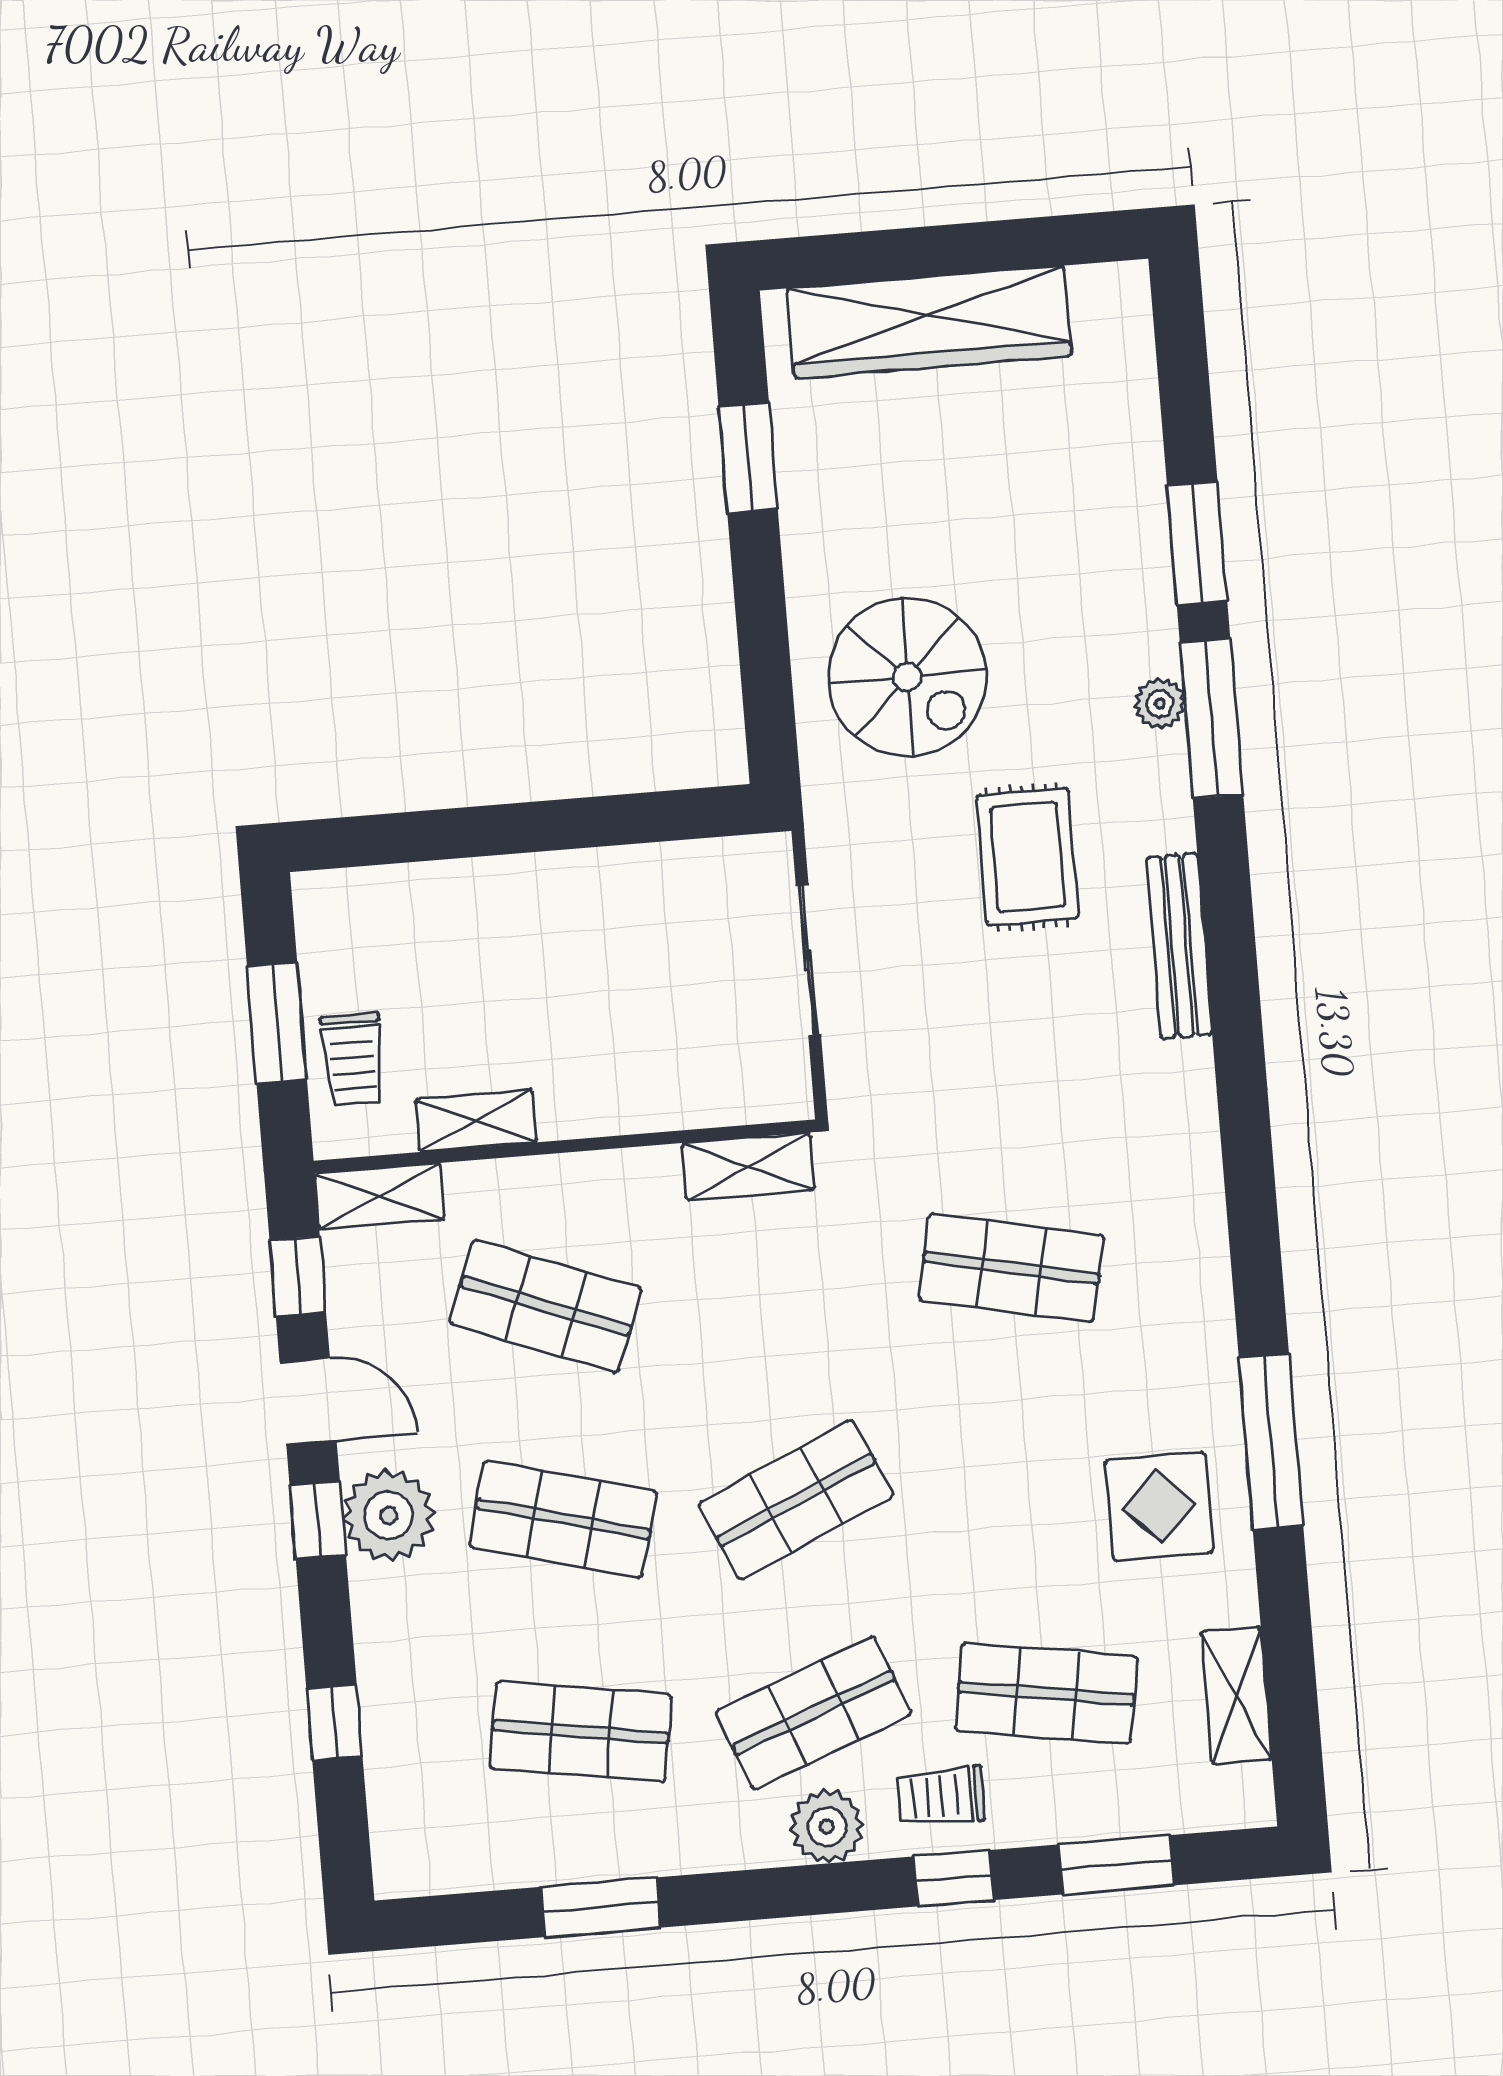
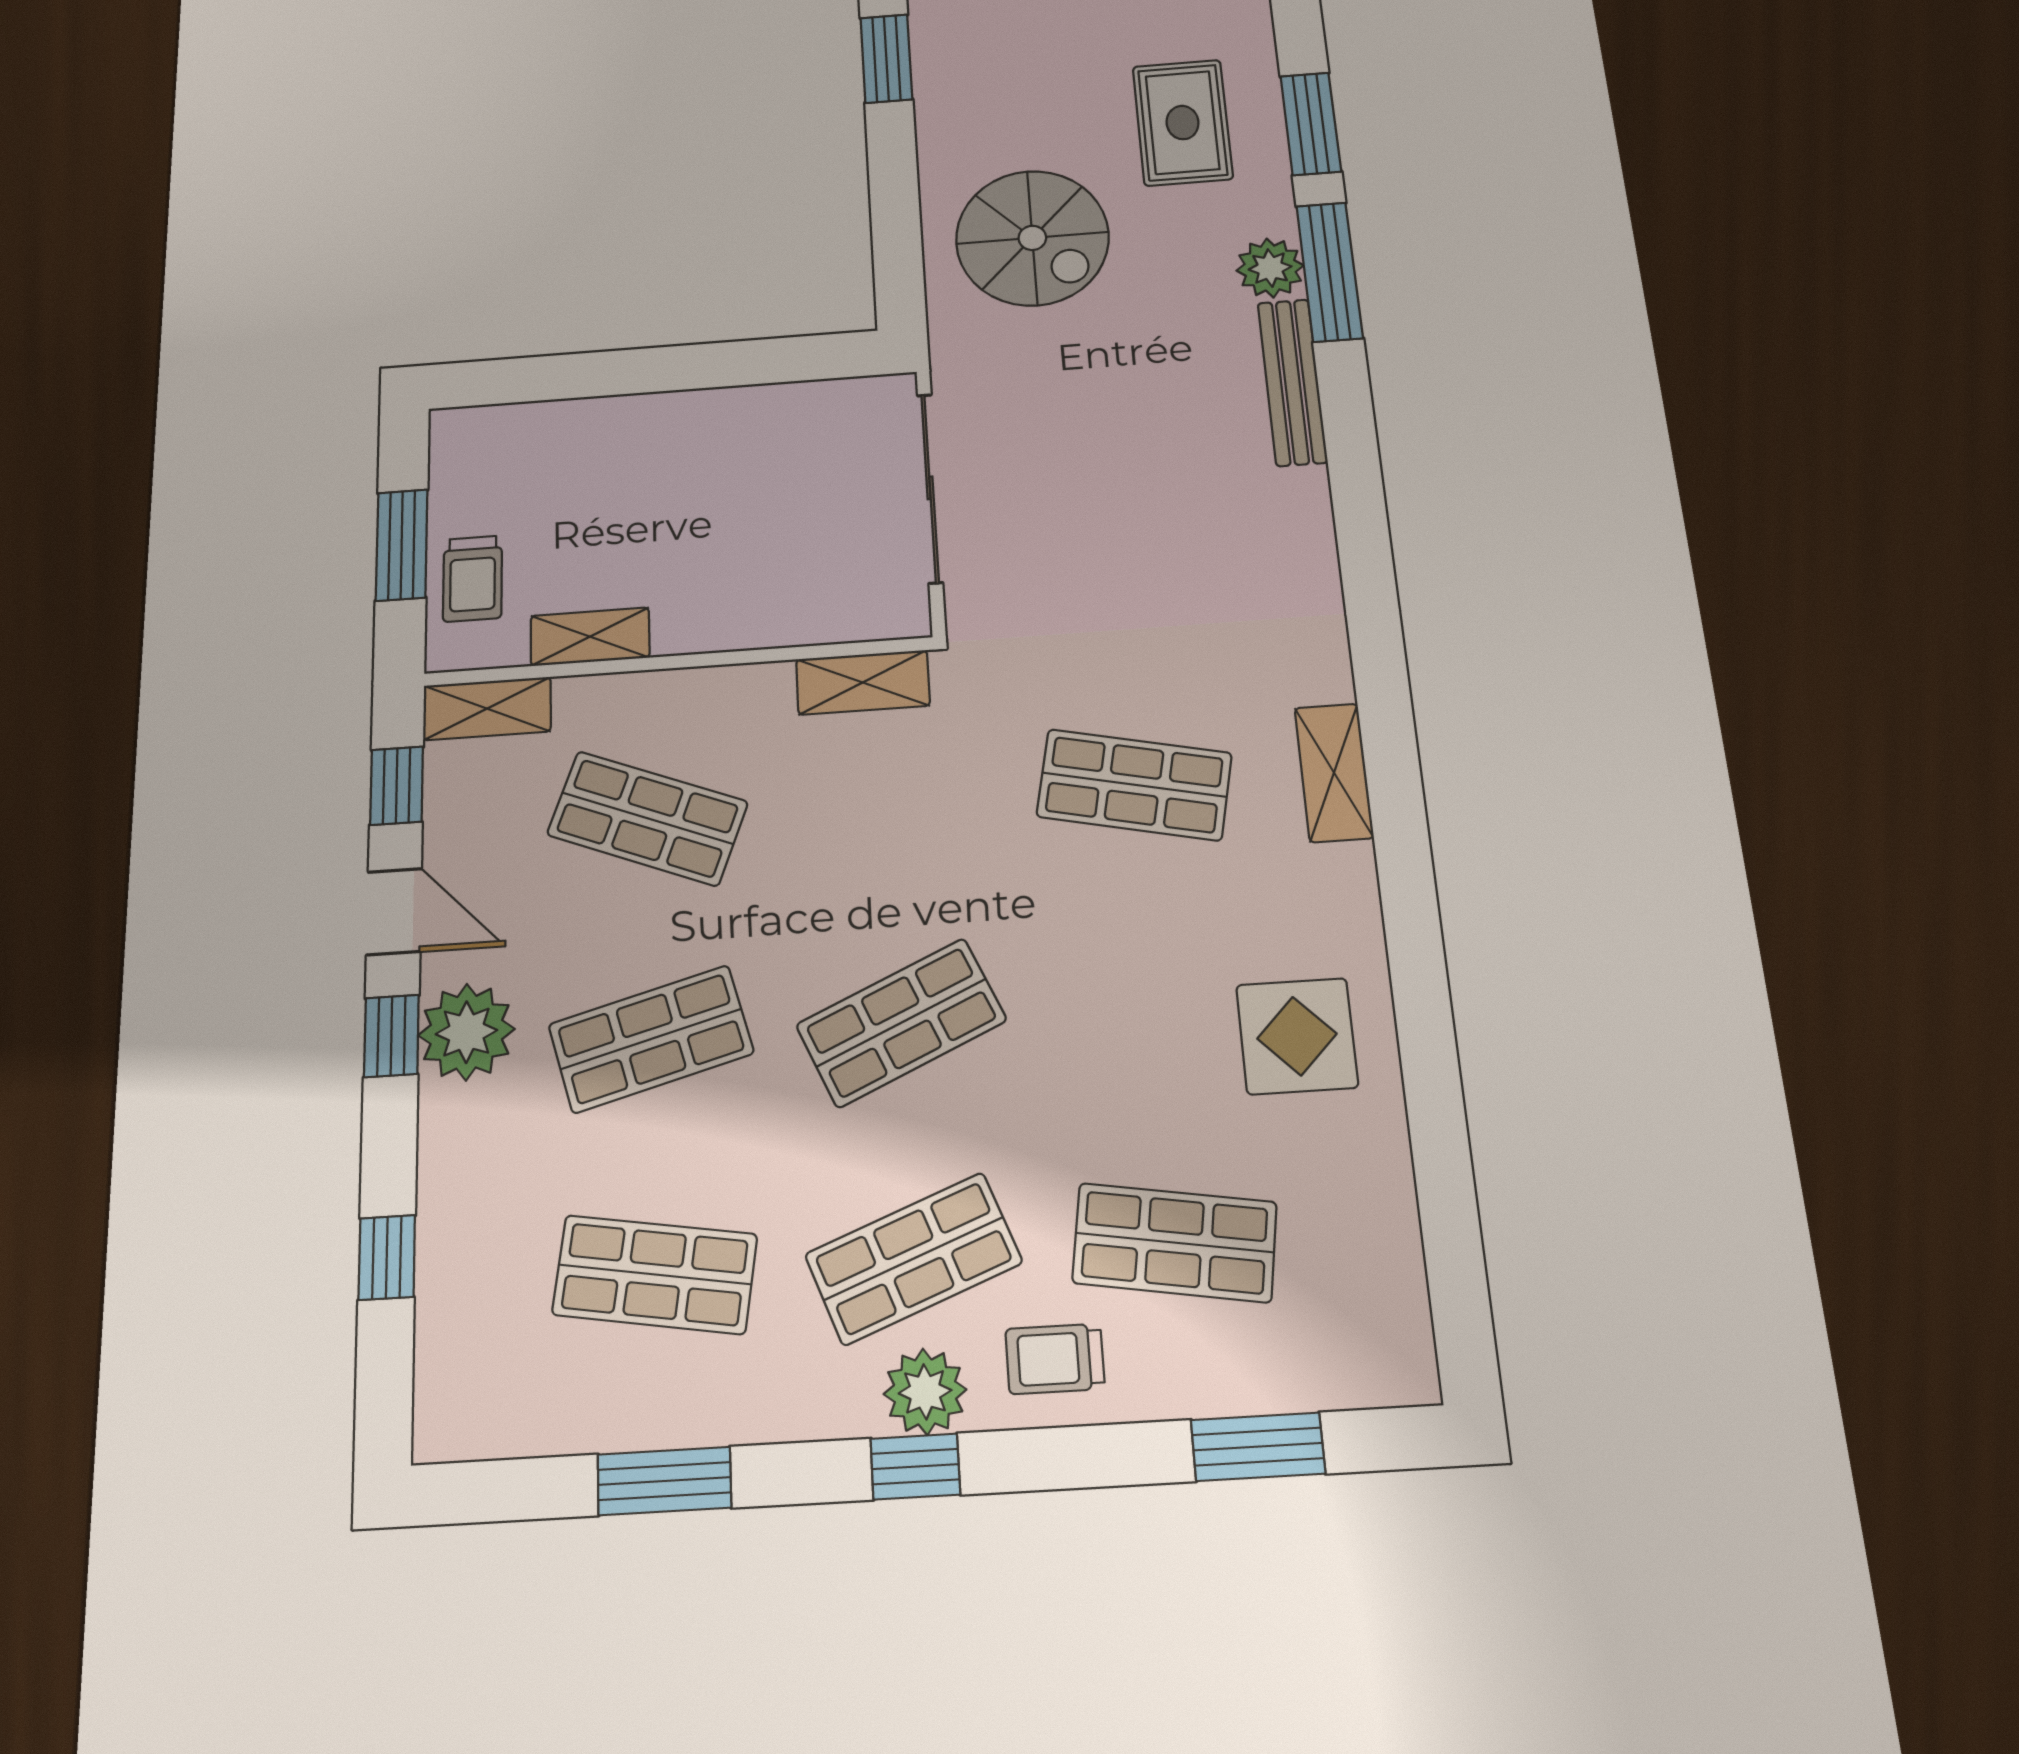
plant: (1160, 703) -> (1270, 268), width x1.38, depth x1.38
rug: (1027, 857) -> (1183, 123), moved
bench: (1179, 946) -> (1292, 382), moved
sliding door: (808, 960) -> (930, 488), width x1.37
window: (1271, 1442) -> (1418, 969), removed
shop shelf: (563, 1519) -> (651, 1039), turned -30
shelving: (1236, 1695) -> (1334, 773), moved
window: (954, 1878) -> (915, 1467), moved

